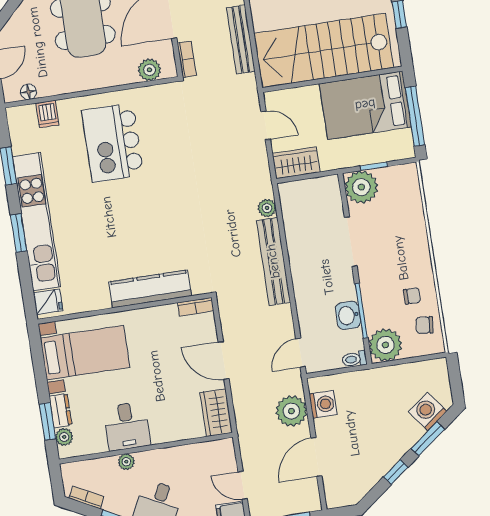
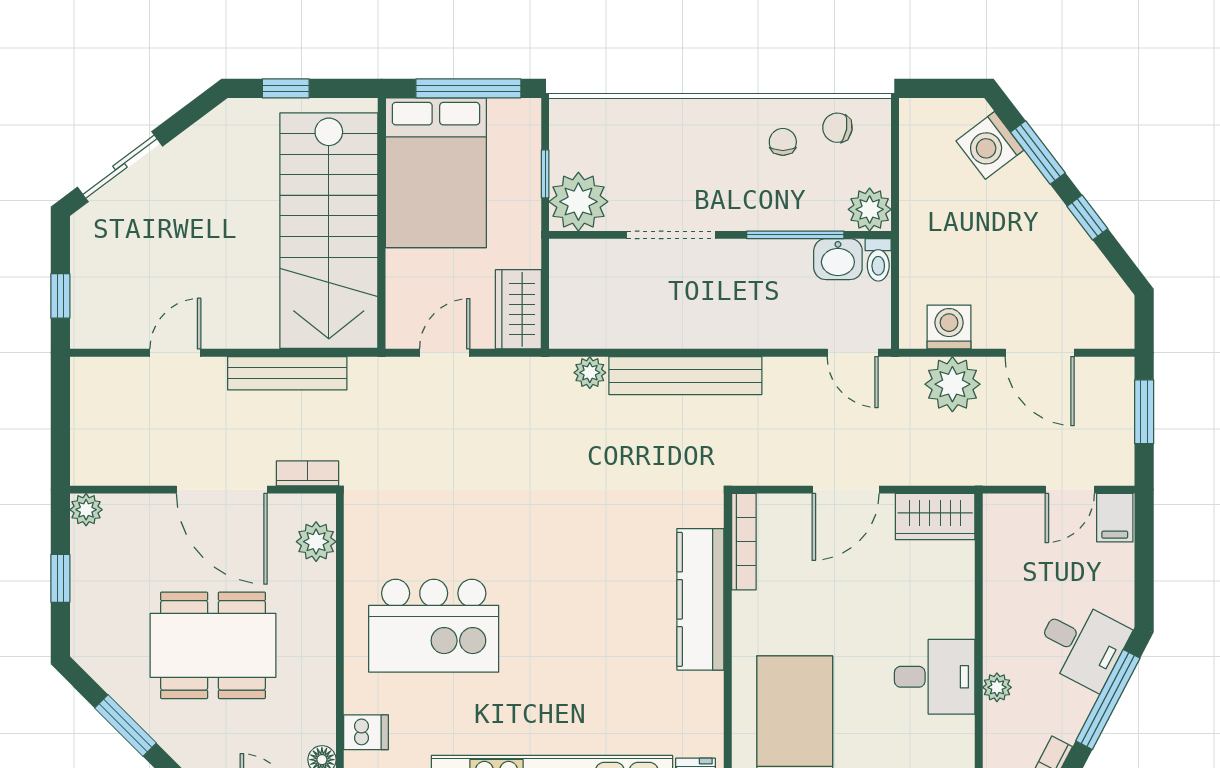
bookcase: (196, 307) -> (744, 542), width x1.56
washbasin: (348, 315) -> (838, 259), moved
chair: (425, 325) -> (837, 128), turned 94
plant: (385, 345) -> (870, 209), width x0.73, depth x0.73

